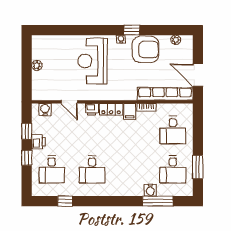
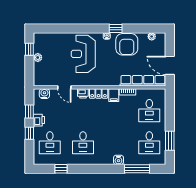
armchair: (145, 49) -> (127, 44), turned 90
window: (27, 55) -> (29, 49), added
water cooler: (150, 190) -> (118, 160), moved

